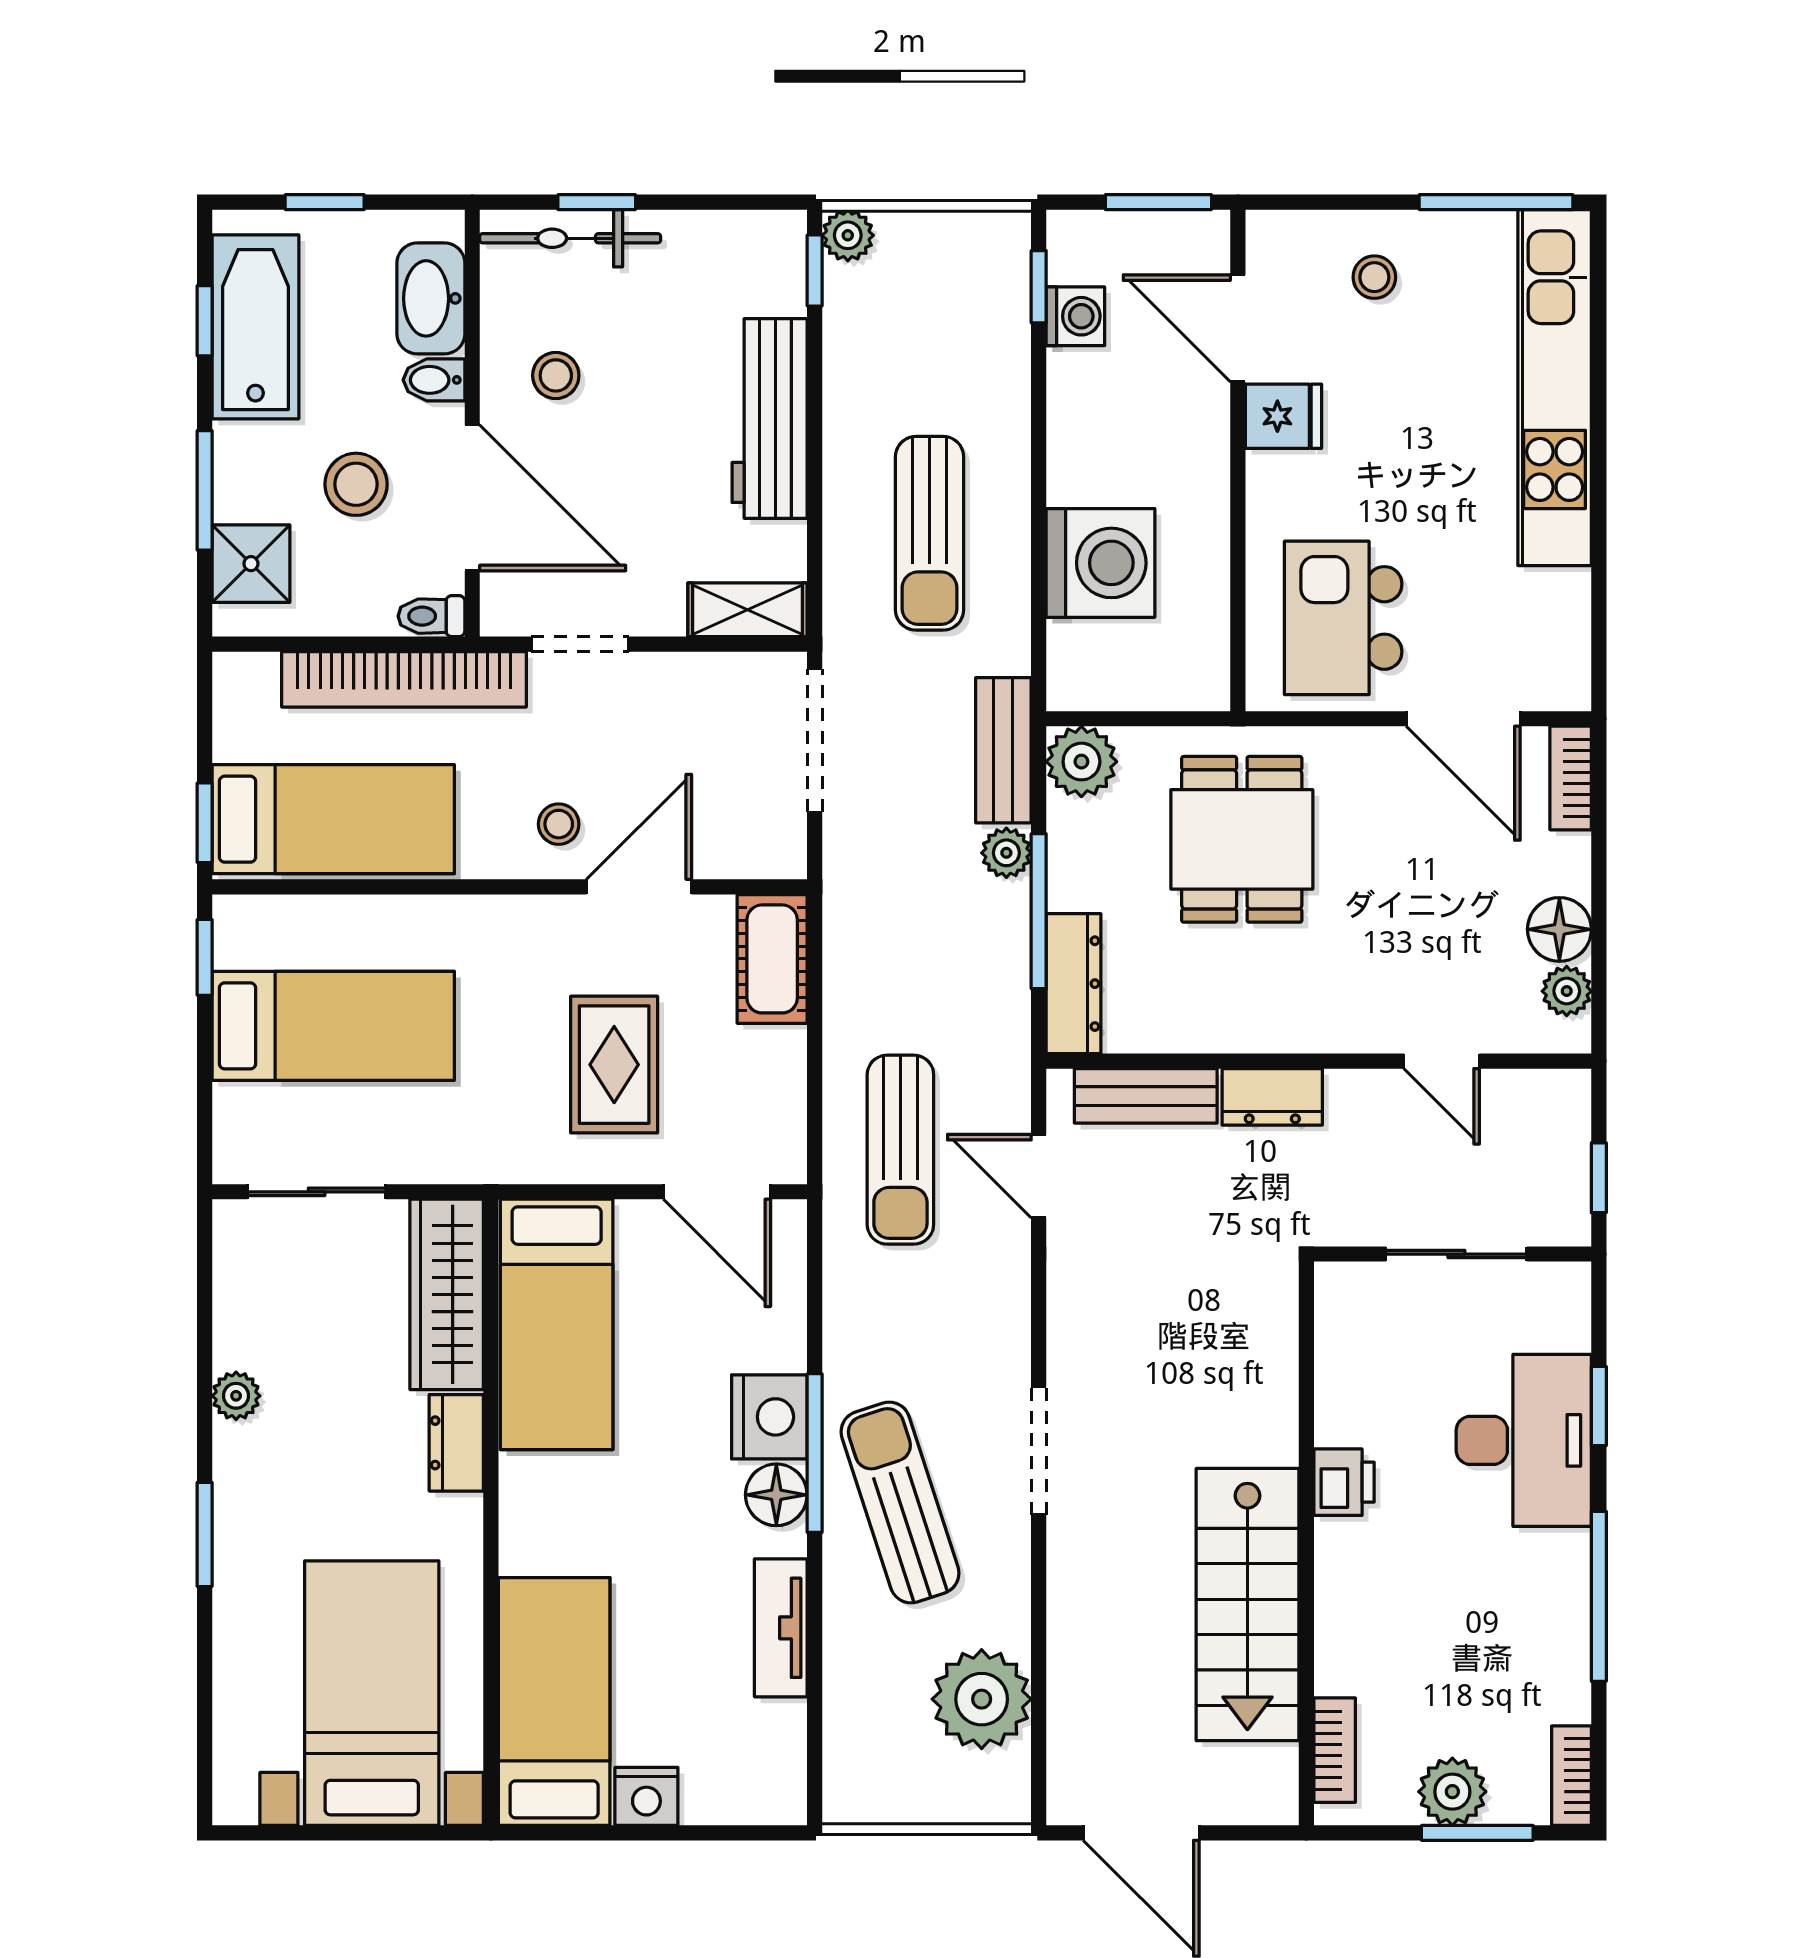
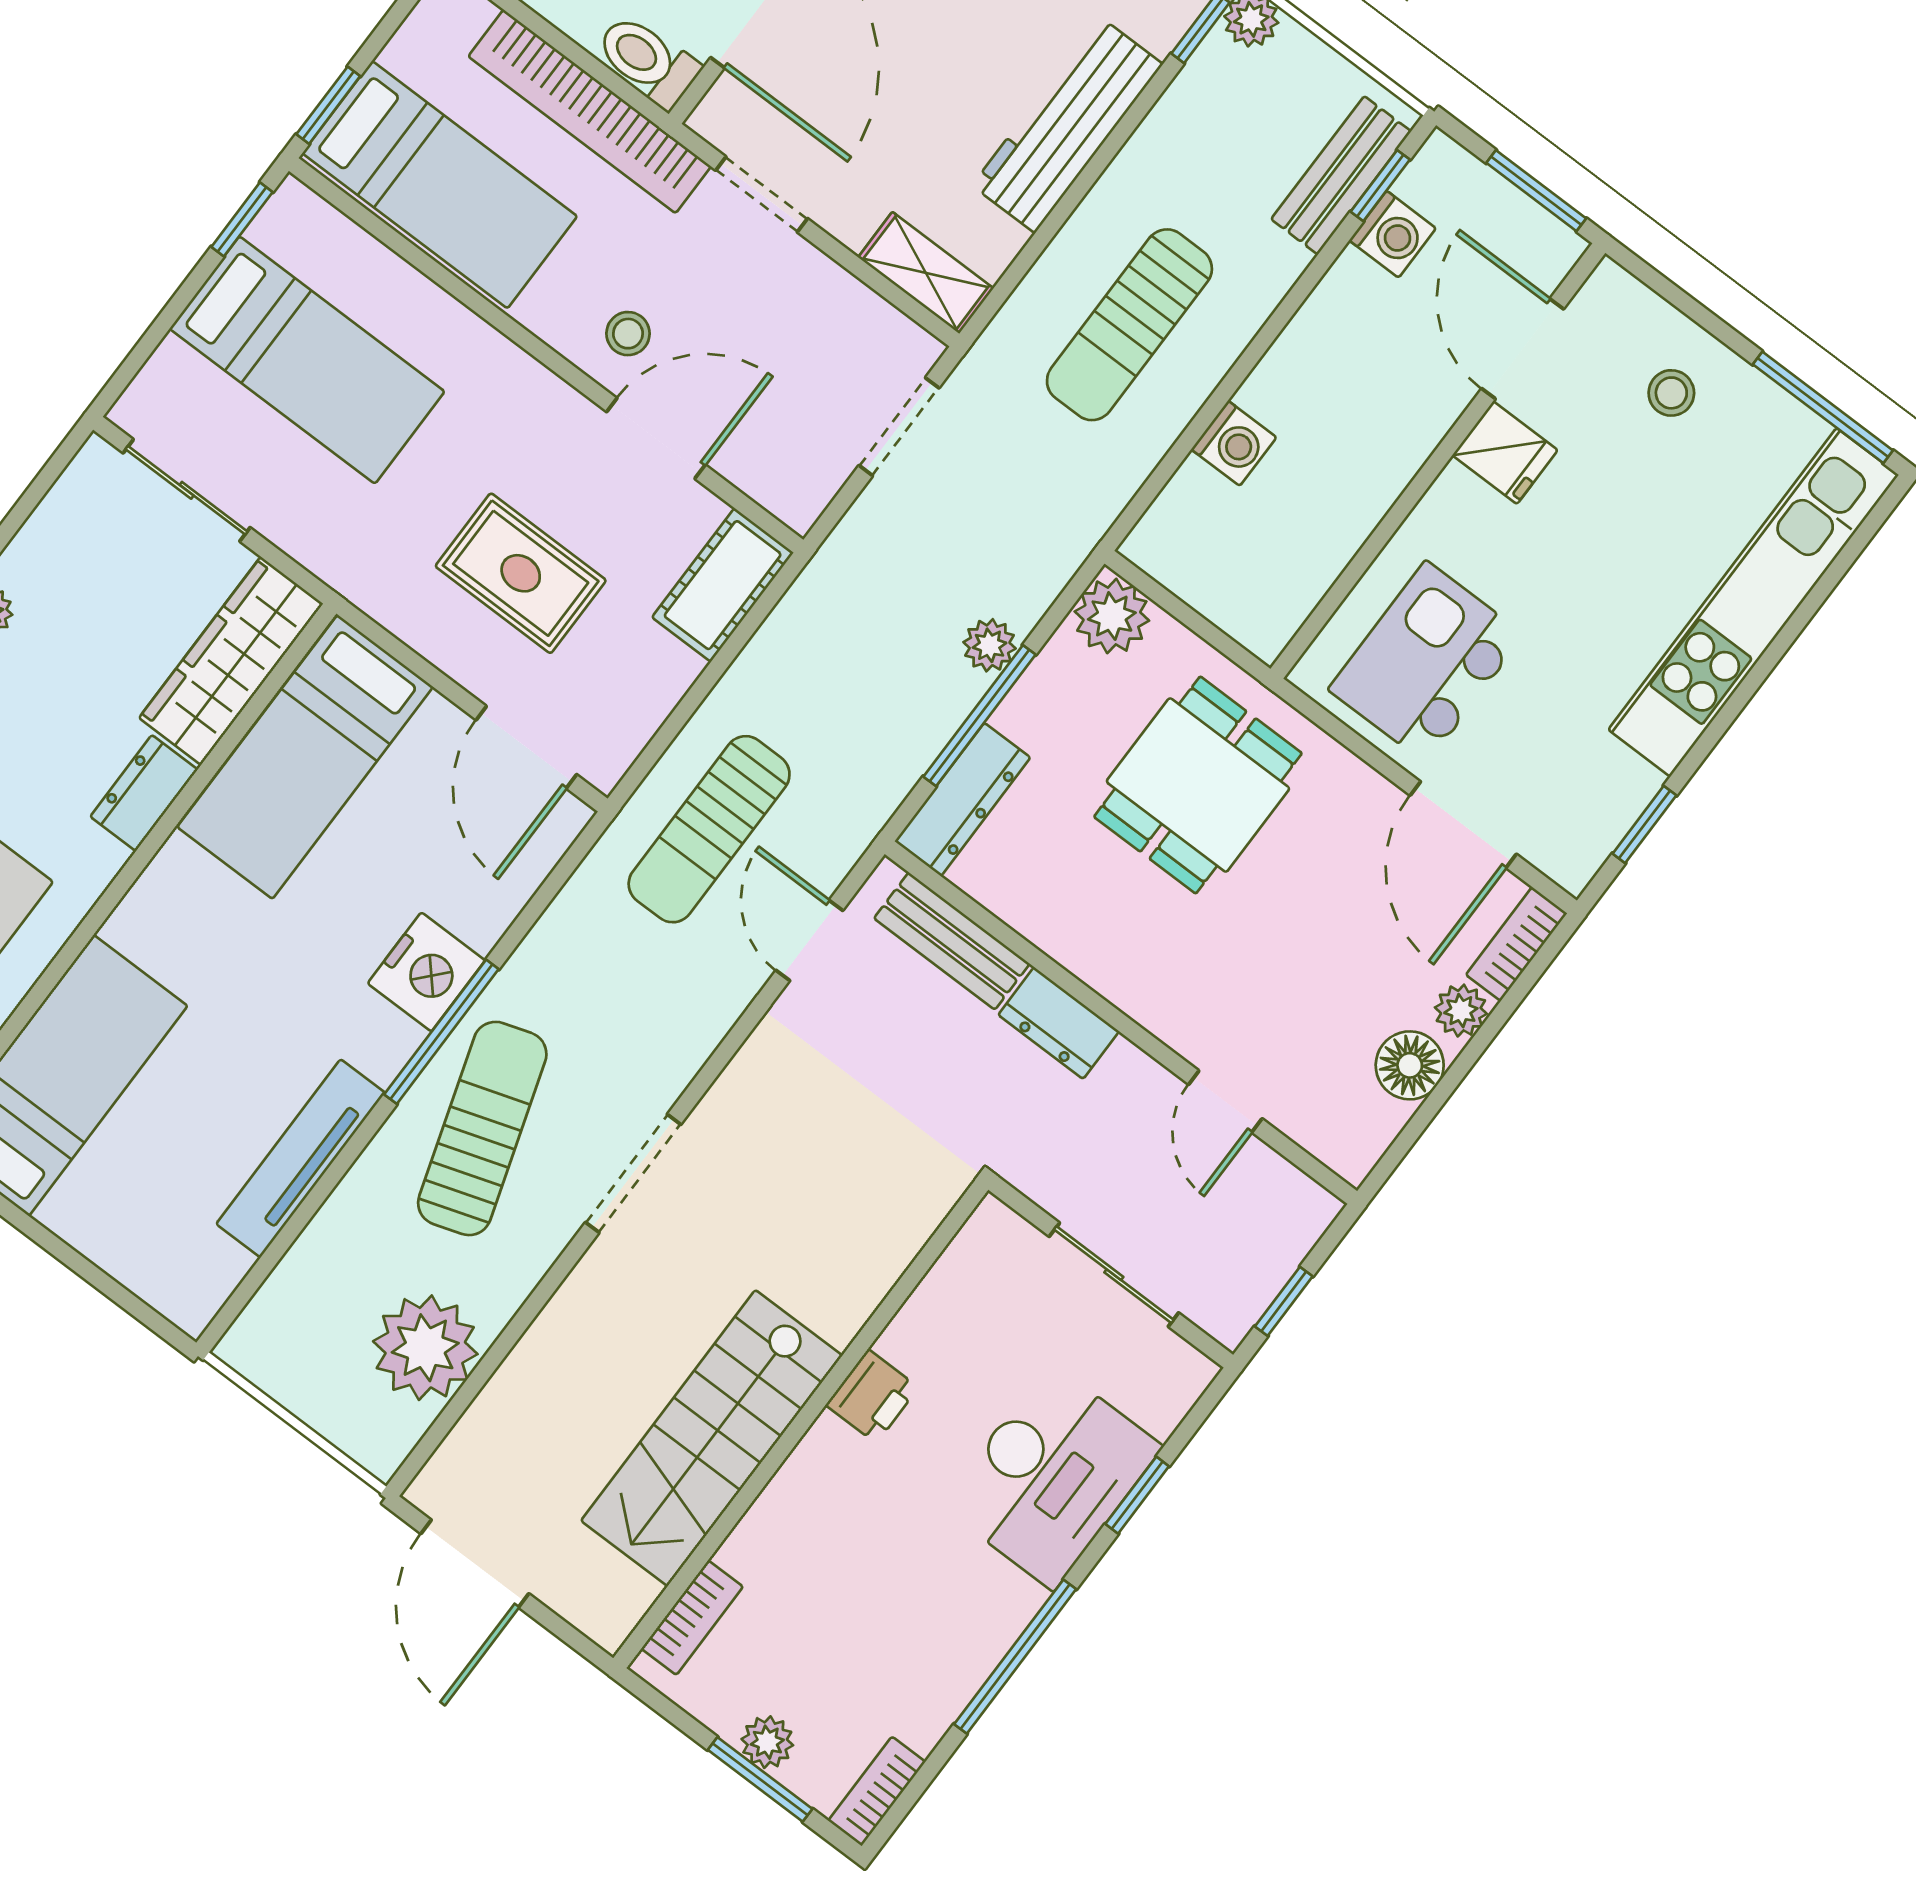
washing machine: (1100, 563) -> (1234, 443), width x0.53, depth x0.53
toilet: (431, 616) -> (647, 61), width x1.37, depth x1.39
window: (1599, 616) -> (1644, 824), added
doorway: (815, 740) -> (899, 427), width x0.73
bench: (1003, 750) -> (1341, 175), moved
plant: (1567, 991) -> (1461, 1011), moved
rug: (614, 1065) -> (521, 573), turned 90
floor lamp: (776, 1495) -> (382, 1042), removed
tv unit: (781, 1628) -> (301, 1158), width x1.41
plant: (1452, 1792) -> (767, 1742), width x0.73, depth x0.73
nightstand: (646, 1796) -> (78, 1215), removed

